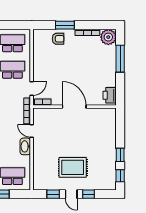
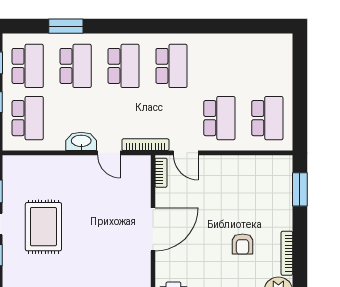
window: (65, 25) -> (300, 189), moved
armchair: (58, 39) -> (243, 244), moved
door: (32, 131) -> (109, 153), swing flipped

